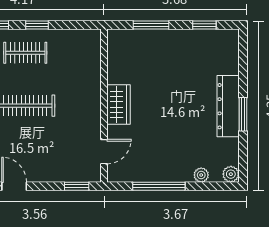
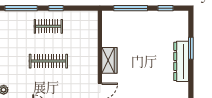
window: (151, 25) -> (131, 8), width x1.44
window: (243, 114) -> (191, 48), moved

